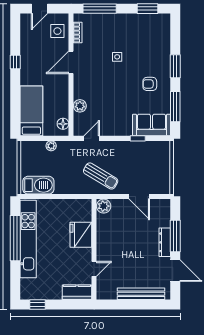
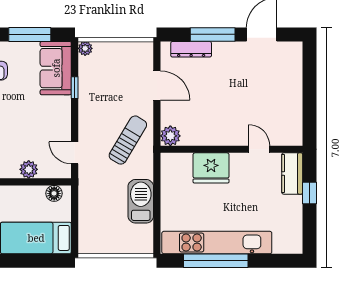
plant: (51, 146) -> (85, 48), moved
barbecue: (38, 185) -> (141, 201), moved
door: (139, 197) -> (157, 86), hinge flipped
dresser: (165, 242) -> (191, 49), moved
bench: (141, 294) -> (294, 83), removed
window: (38, 304) -> (309, 193), moved

